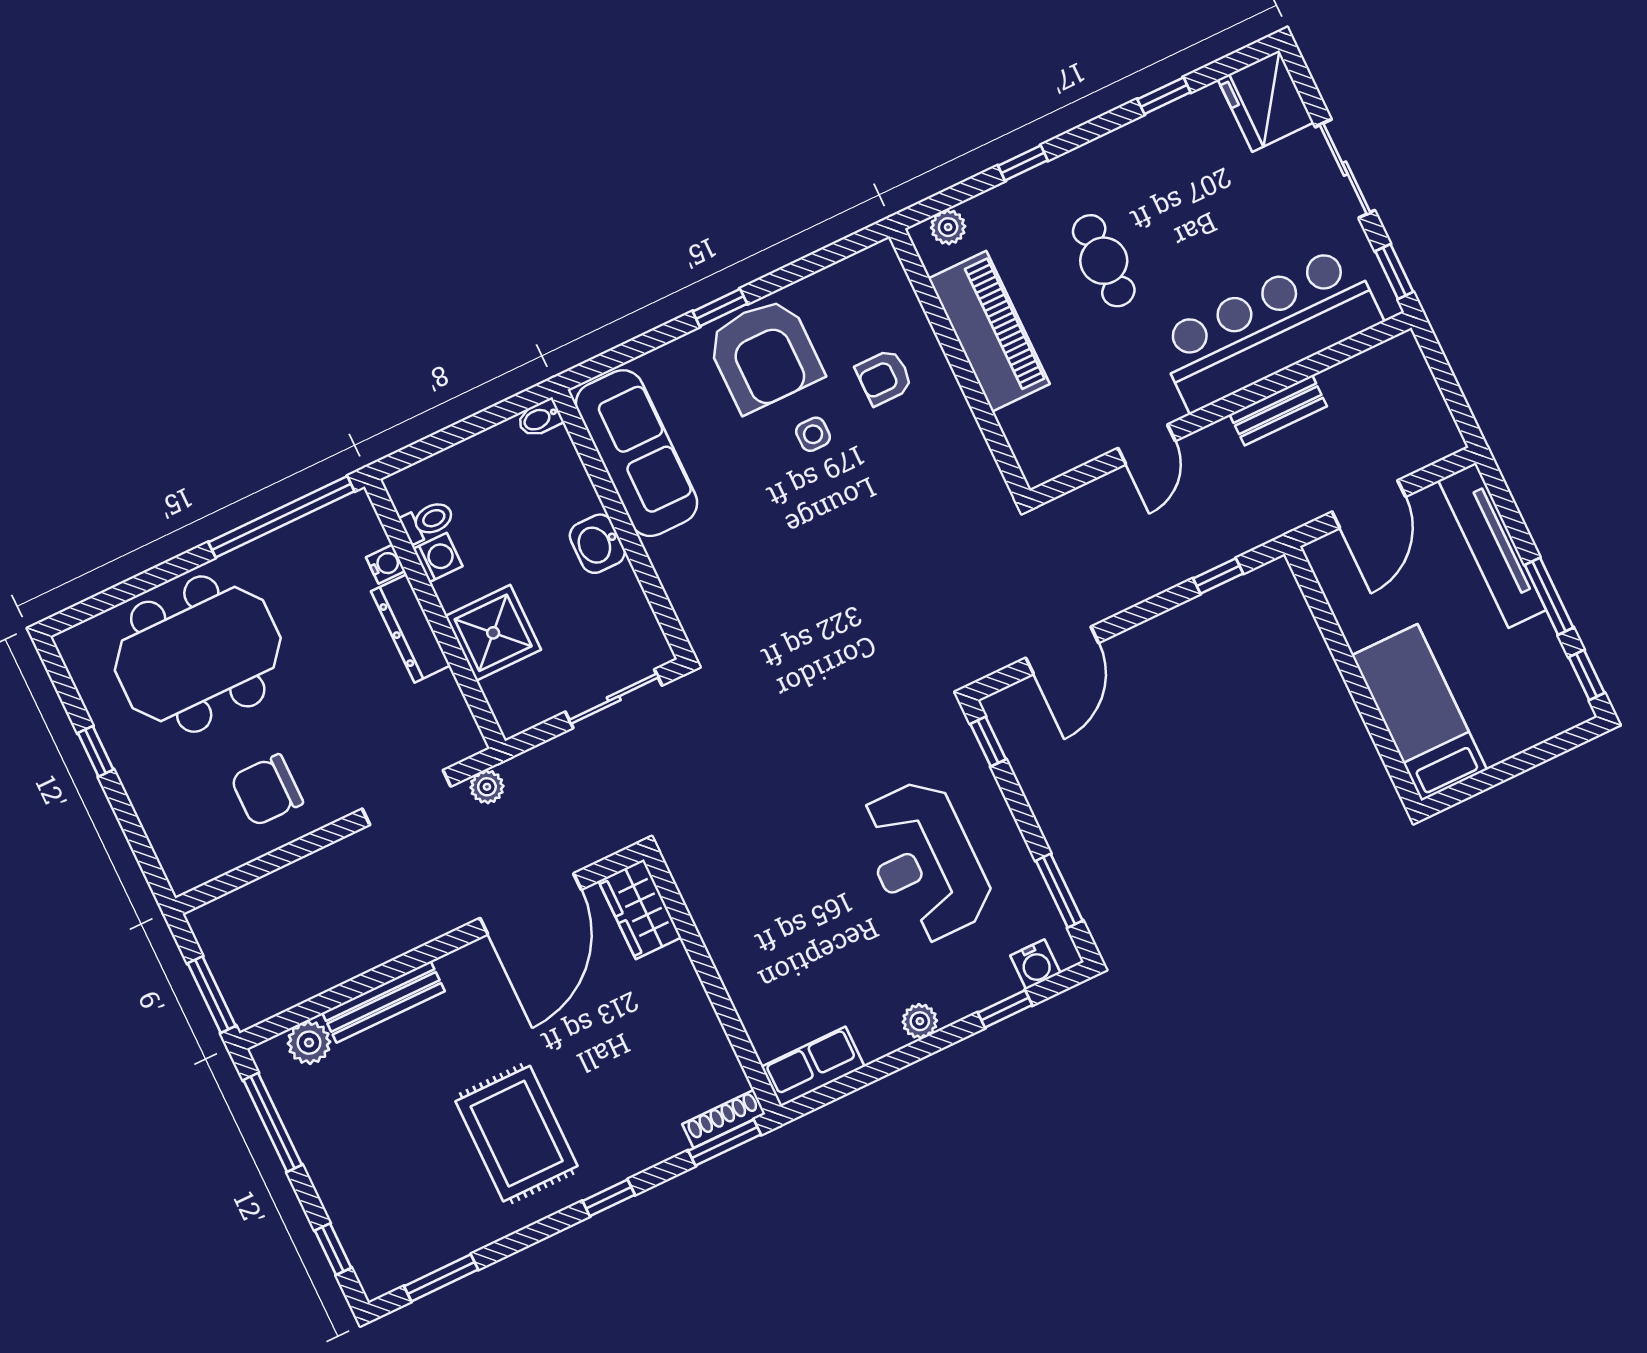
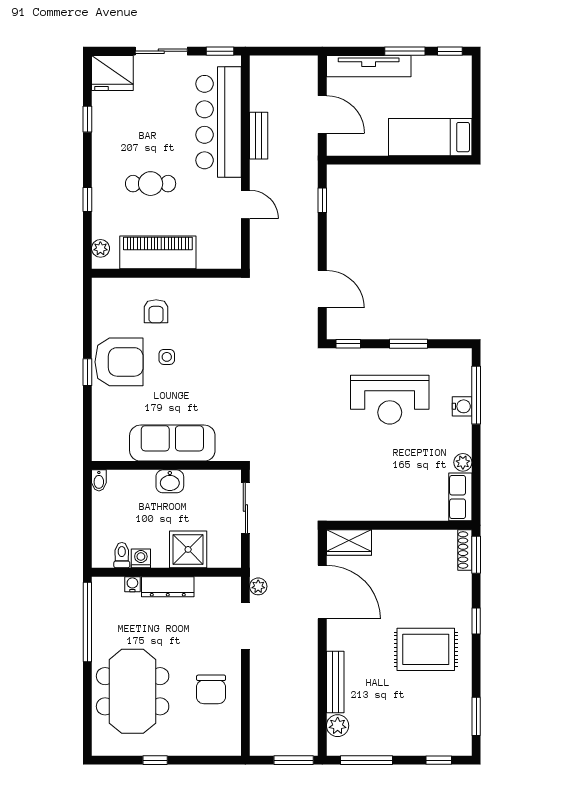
sofa: (637, 453) -> (172, 443), moved
window: (1059, 891) -> (408, 344), moved
water cooler: (1035, 964) -> (462, 406), moved
window: (1005, 1009) -> (476, 395), width x2.17
plant: (920, 1021) -> (463, 462), moved

